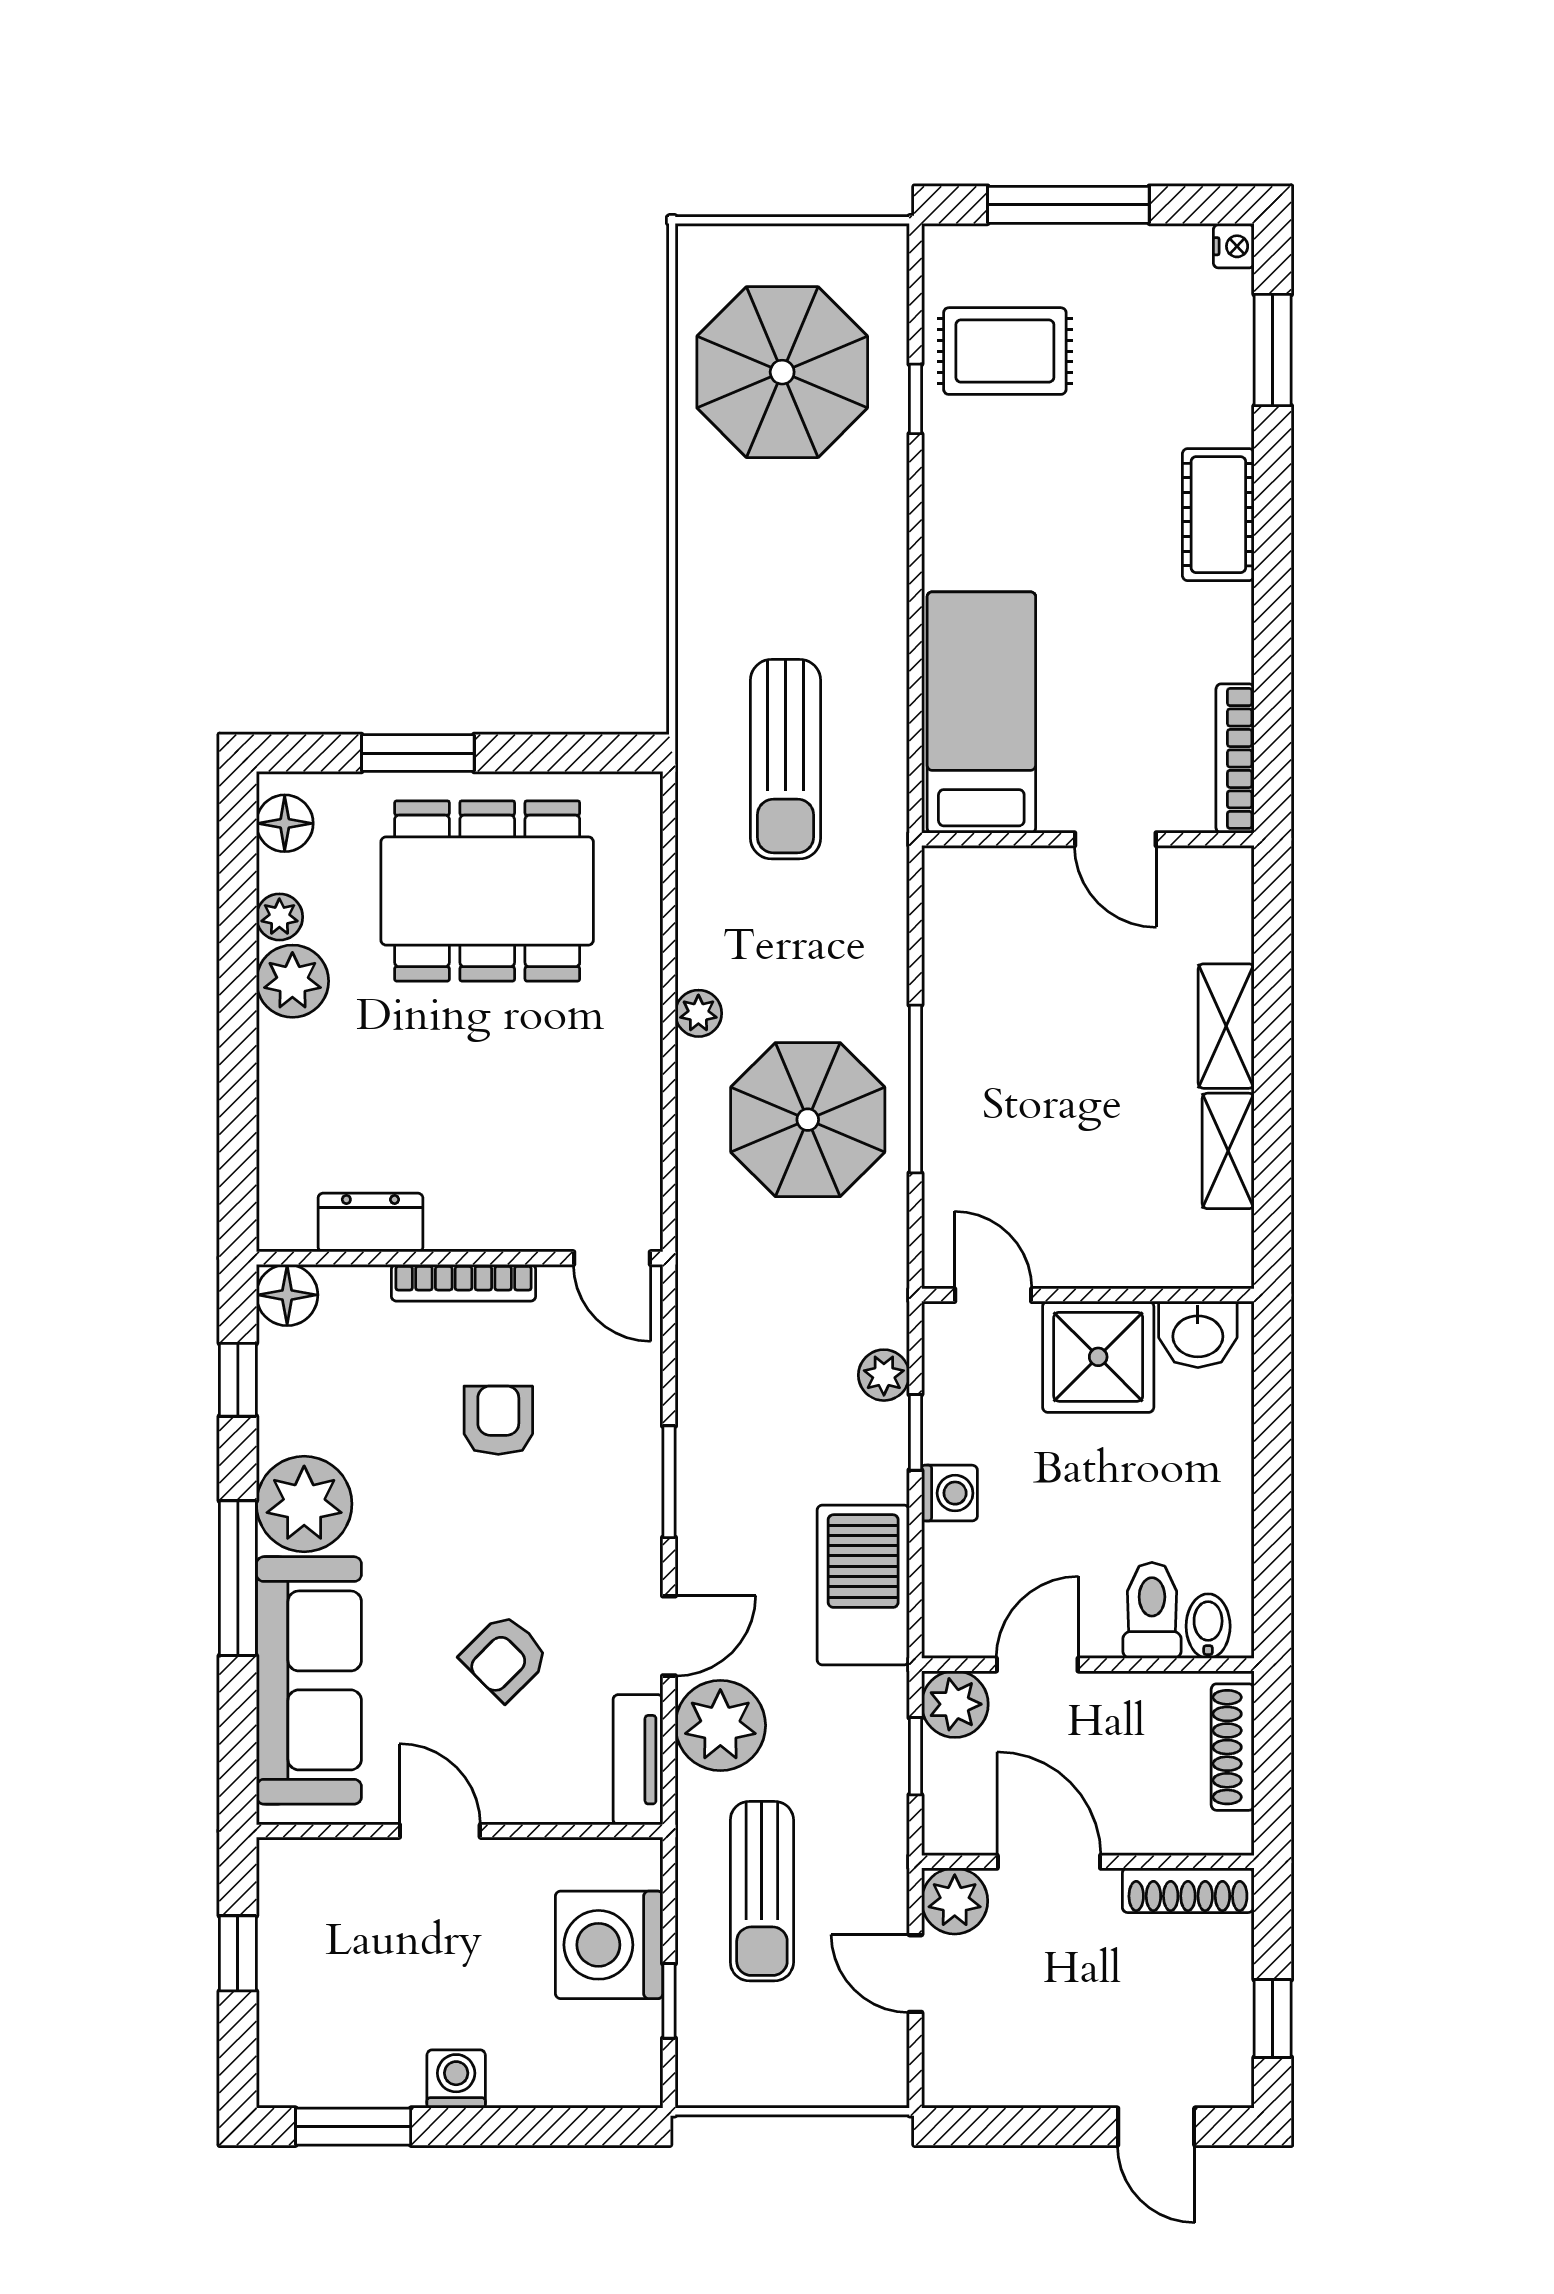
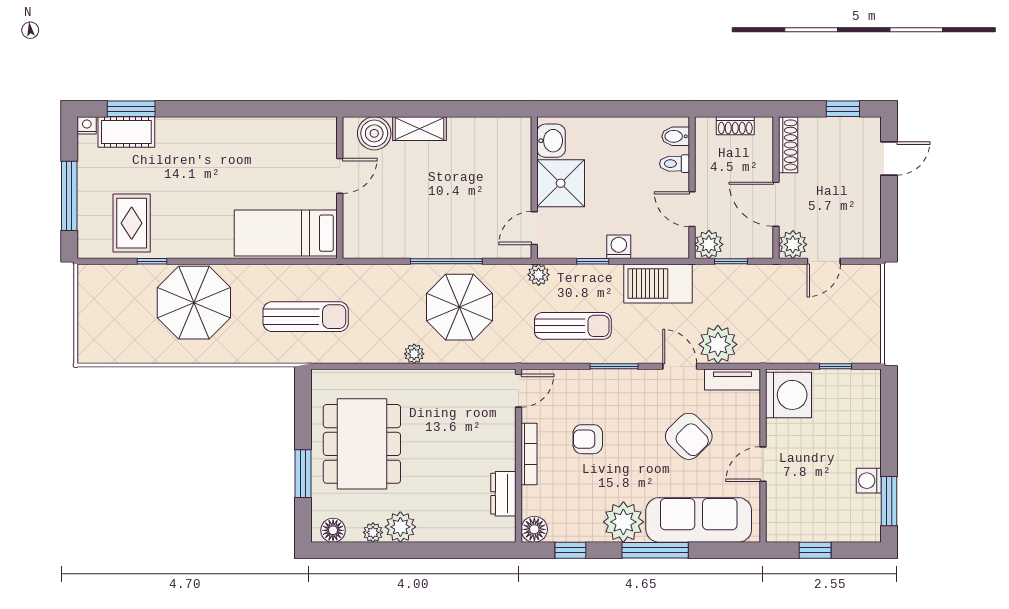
parasol: (782, 372) -> (194, 303), moved
cot: (1218, 515) -> (126, 132), moved
bookcase: (1235, 758) -> (305, 125), removed
boiler: (1215, 920) -> (374, 133), added
shelving: (1228, 1151) -> (473, 128), removed
plant: (884, 1375) -> (539, 275), moved
toilet: (1152, 1610) -> (675, 164), width x0.73, depth x0.72
armchair: (505, 1657) -> (689, 436), width x1.38, depth x1.38
shoe rack: (1233, 1747) -> (735, 126), width x0.70
door: (1049, 1862) -> (776, 204), hinge flipped
sun lounger: (762, 1891) -> (573, 326), moved
washing machine: (609, 1945) -> (788, 395), moved, turned -90
washing machine: (456, 2079) -> (869, 481), moved

